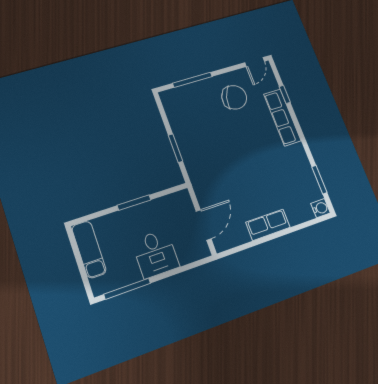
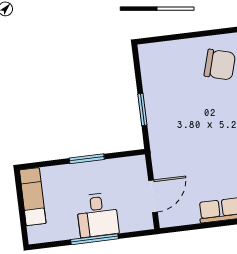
window: (192, 80) -> (178, 37), removed
window: (127, 289) -> (95, 239), moved

